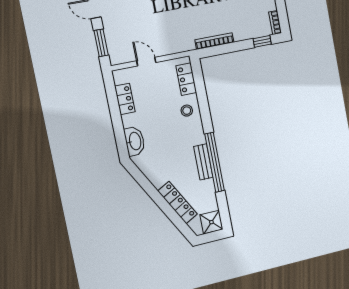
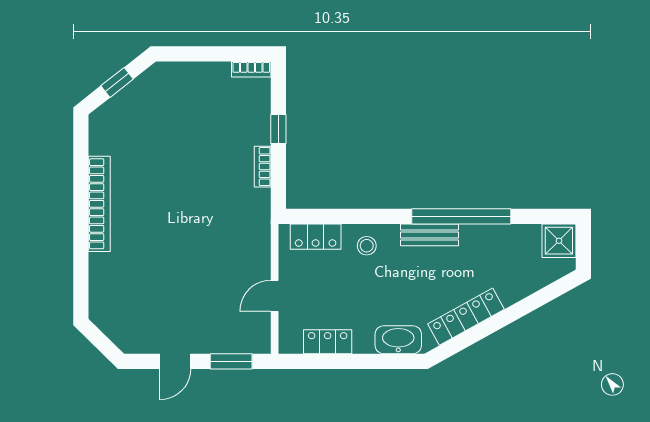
bookcase: (214, 41) -> (263, 167), width x0.64
window: (262, 41) -> (278, 129), moved
bench: (203, 162) -> (429, 235), moved
locker: (177, 203) -> (466, 317), moved

